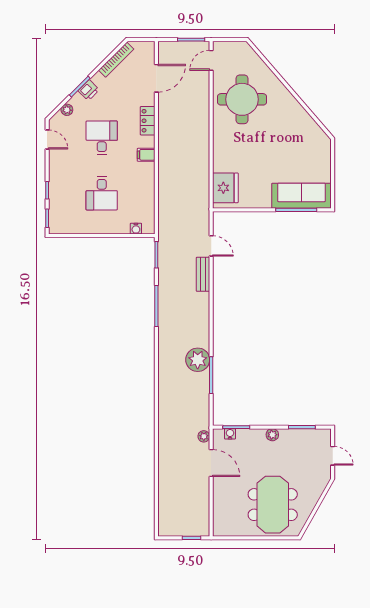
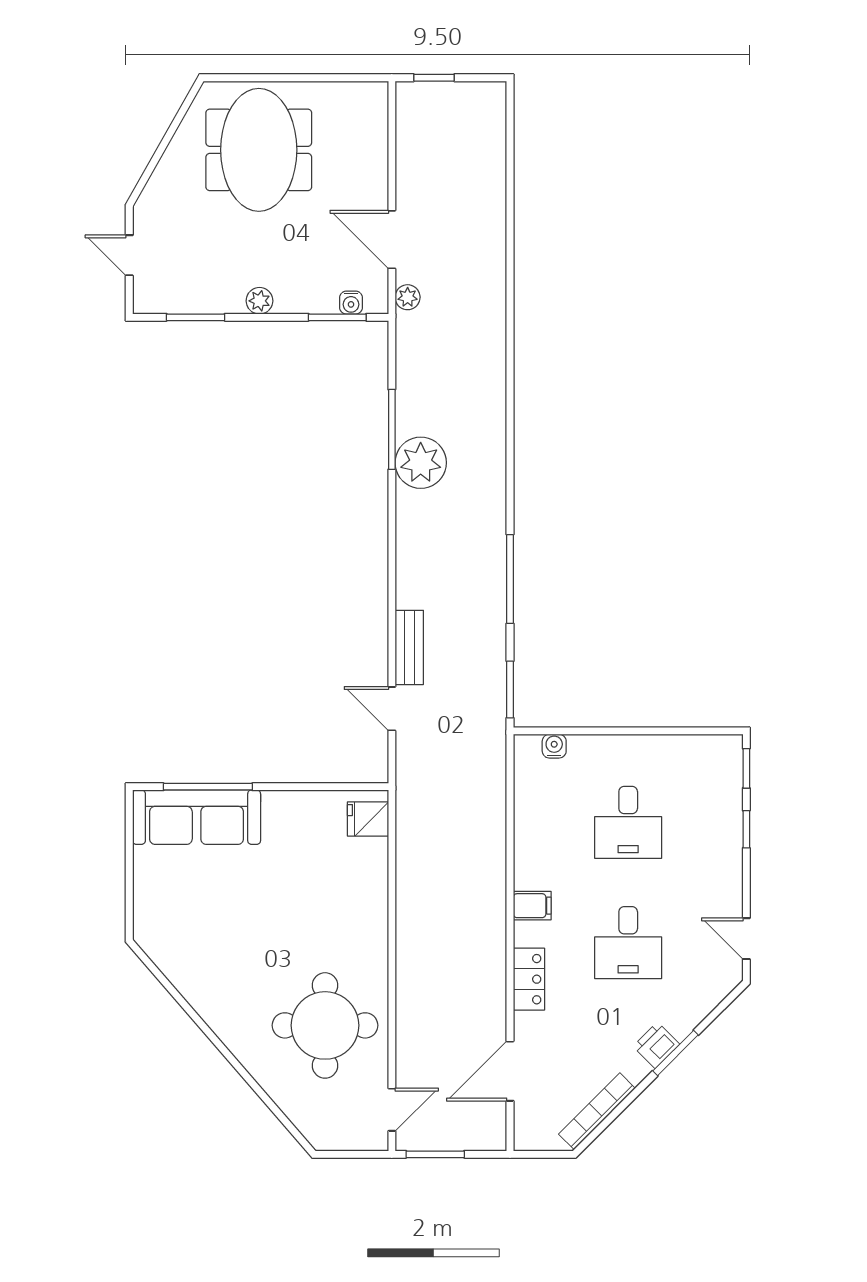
plant: (67, 110) -> (703, 1003), removed
fridge: (225, 188) -> (368, 819), width x0.53, depth x0.75
desk: (102, 193) -> (628, 822), turned 180

